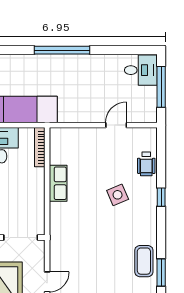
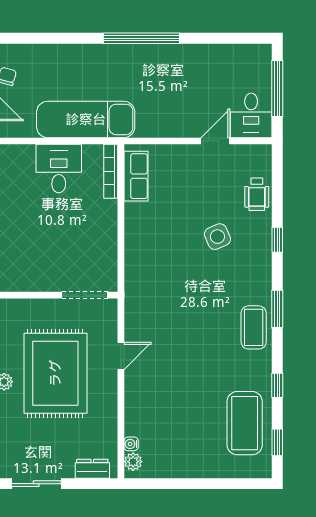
desk: (141, 70) -> (251, 115), moved, turned 90
row of seats: (58, 183) -> (136, 176), moved
window: (161, 273) -> (277, 309), moved

